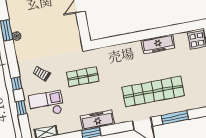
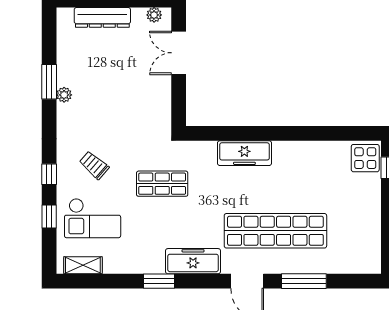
freezer: (158, 44) -> (244, 153), moved
checkout: (46, 104) -> (93, 218), turned 180
freezer: (97, 120) -> (193, 261), moved

